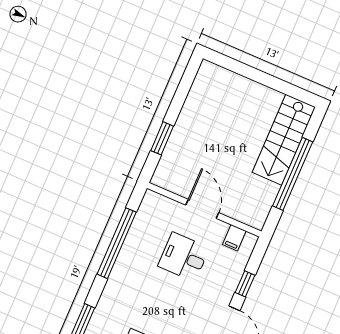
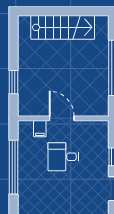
stairs: (284, 140) -> (63, 27), moved, turned -90
filing cabinet: (234, 238) -> (40, 129), moved

